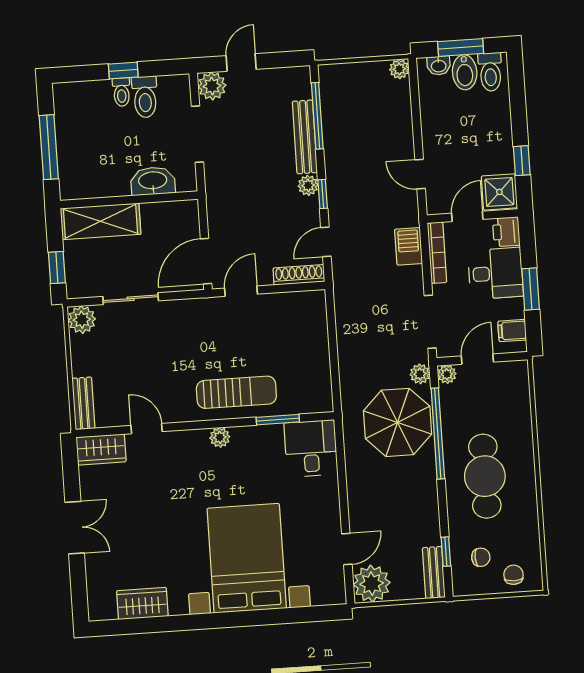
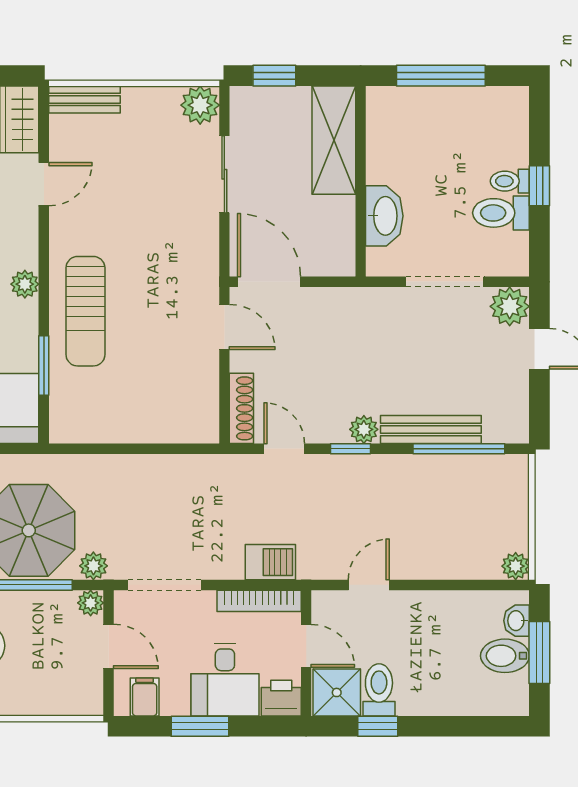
toilet: (490, 72) -> (379, 690), moved, turned 90

